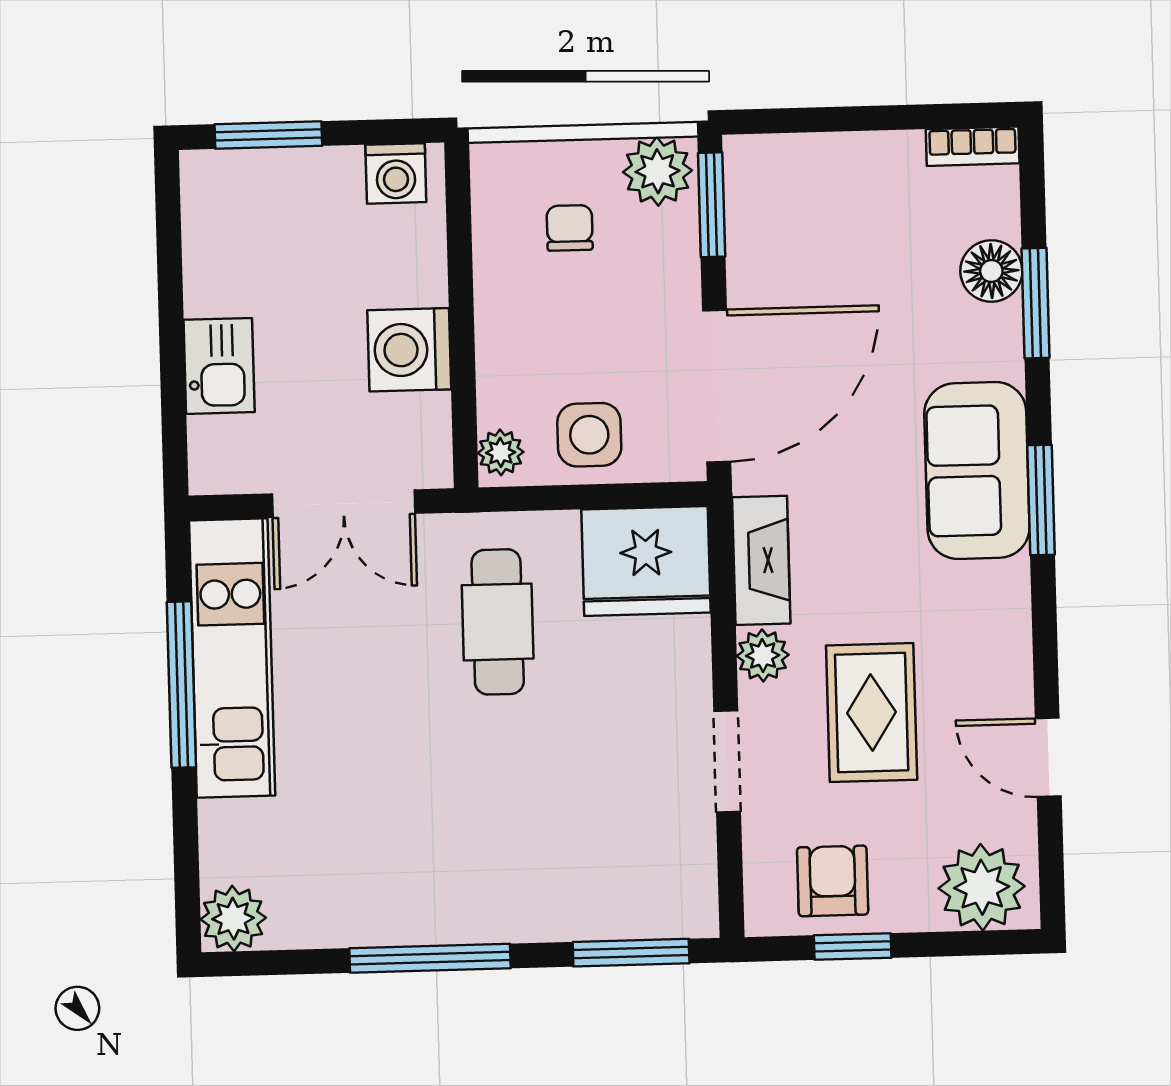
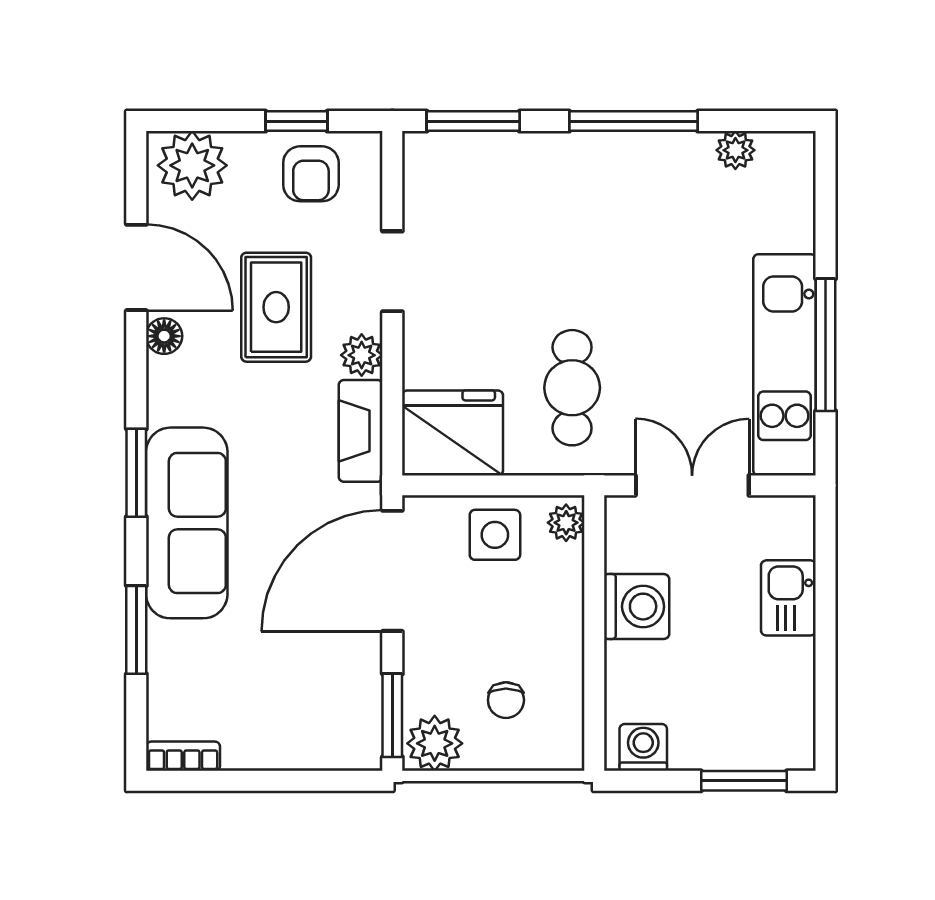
floor lamp: (991, 271) -> (164, 336), moved, width x0.73, depth x0.73
sofa: (977, 471) -> (187, 523), width x1.36
door: (1048, 757) -> (136, 267), width x1.38
plant: (233, 919) -> (735, 150), moved, width x0.73, depth x0.73

